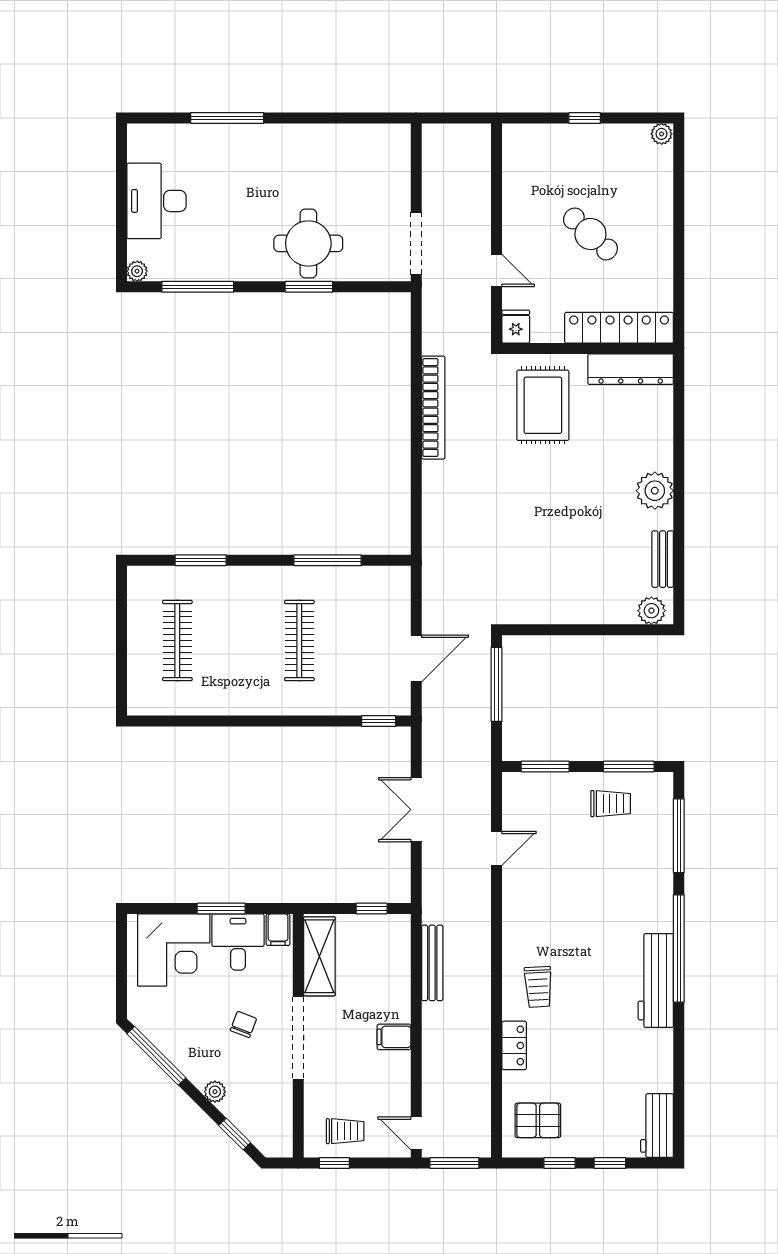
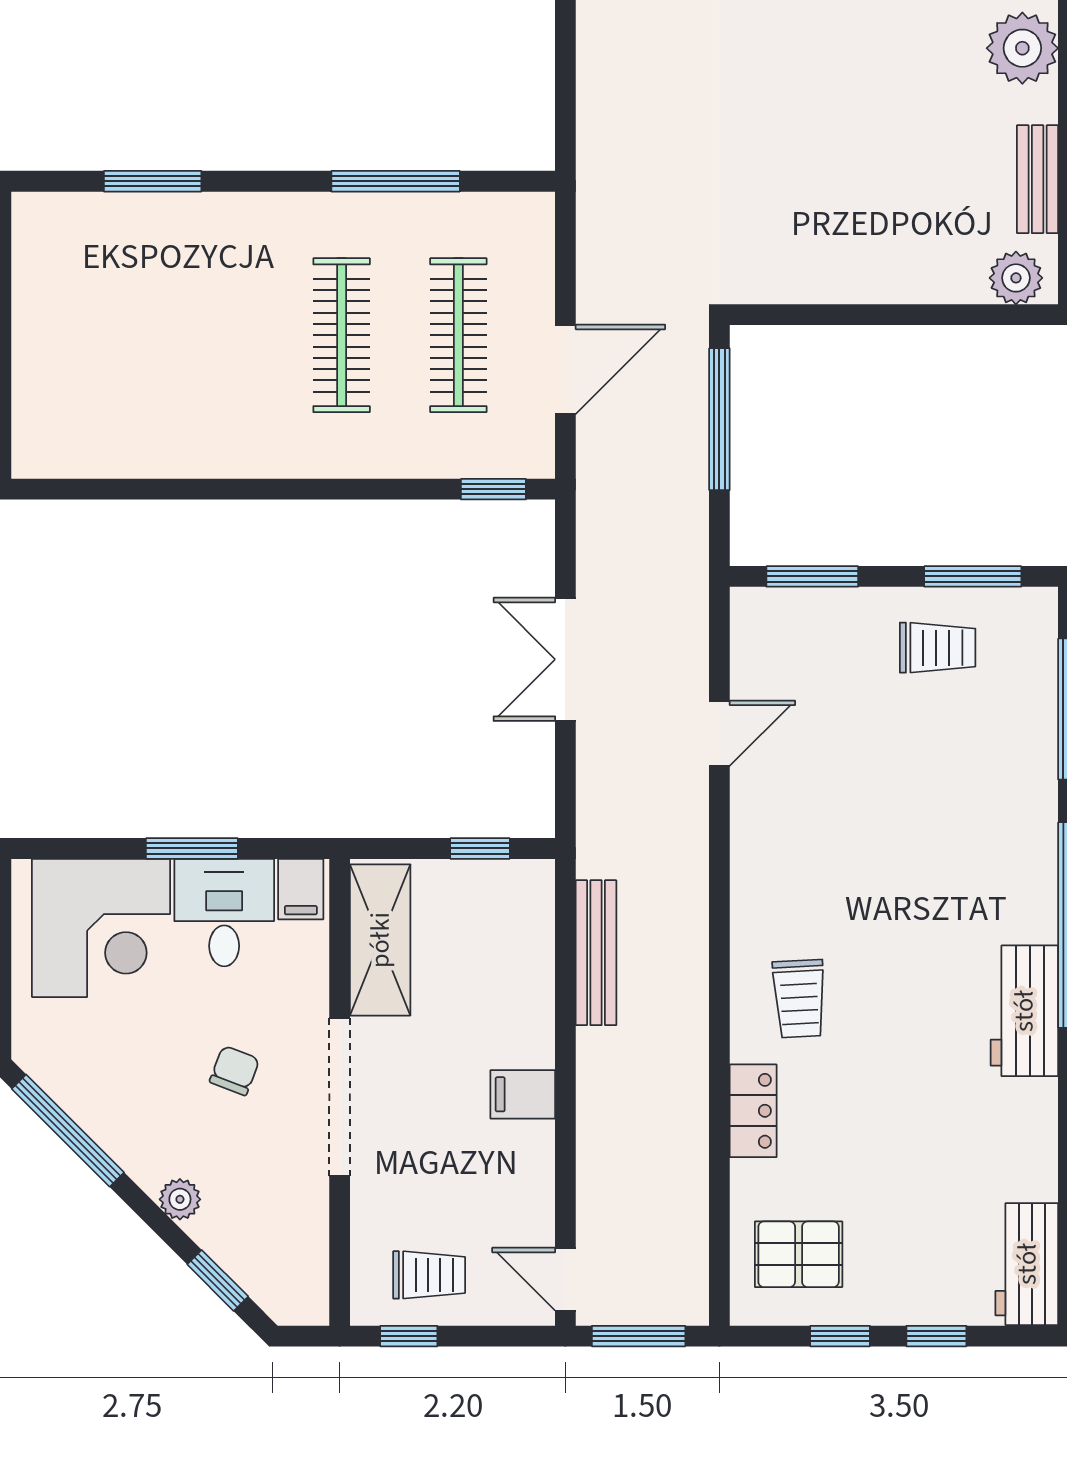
clothes rail: (177, 641) -> (458, 335), moved
workbench: (656, 980) -> (1024, 1011), width x0.73

